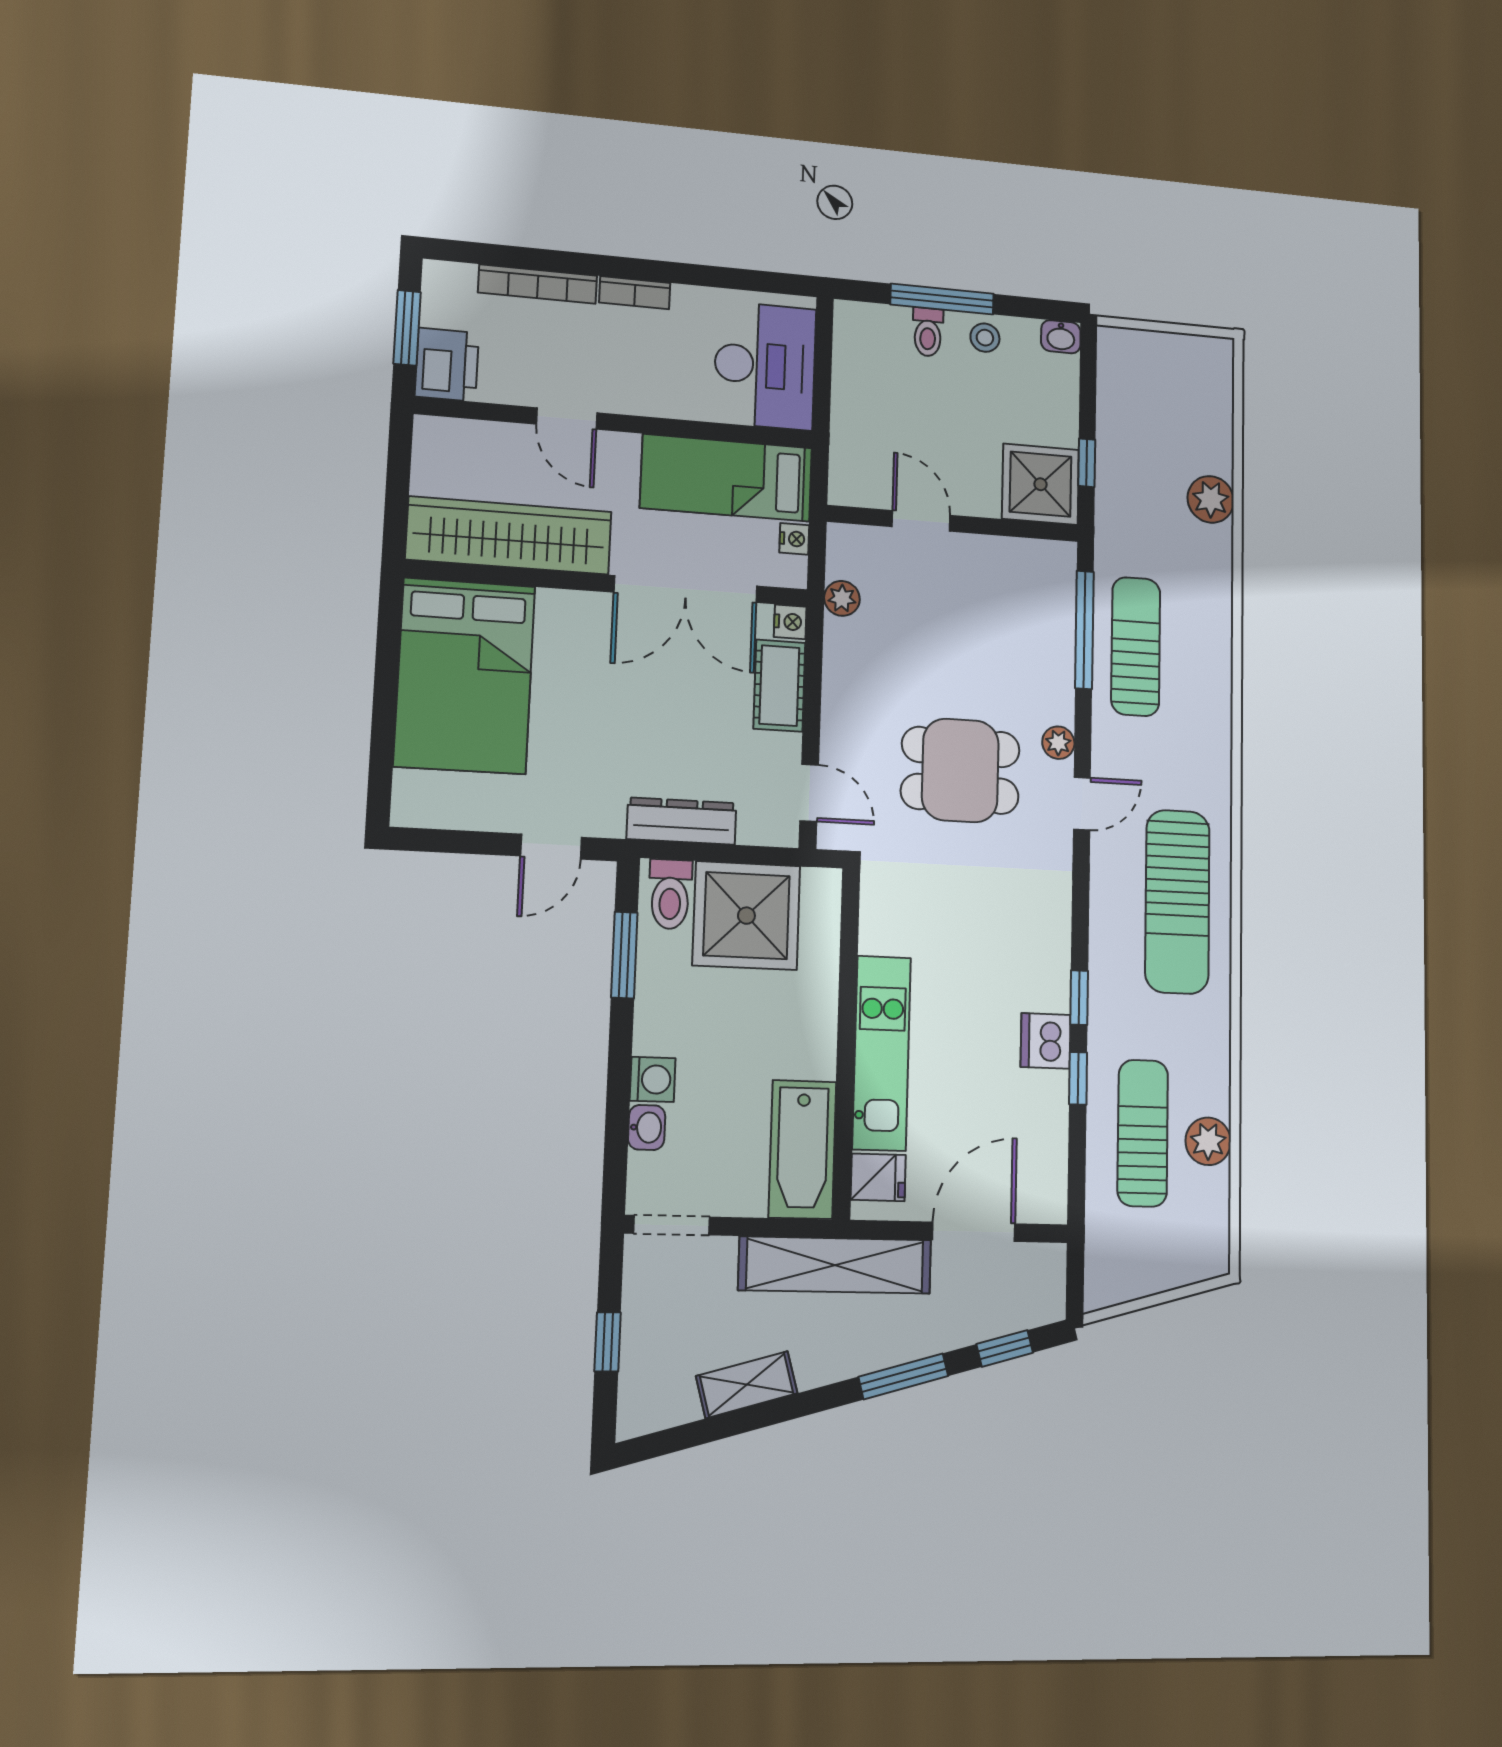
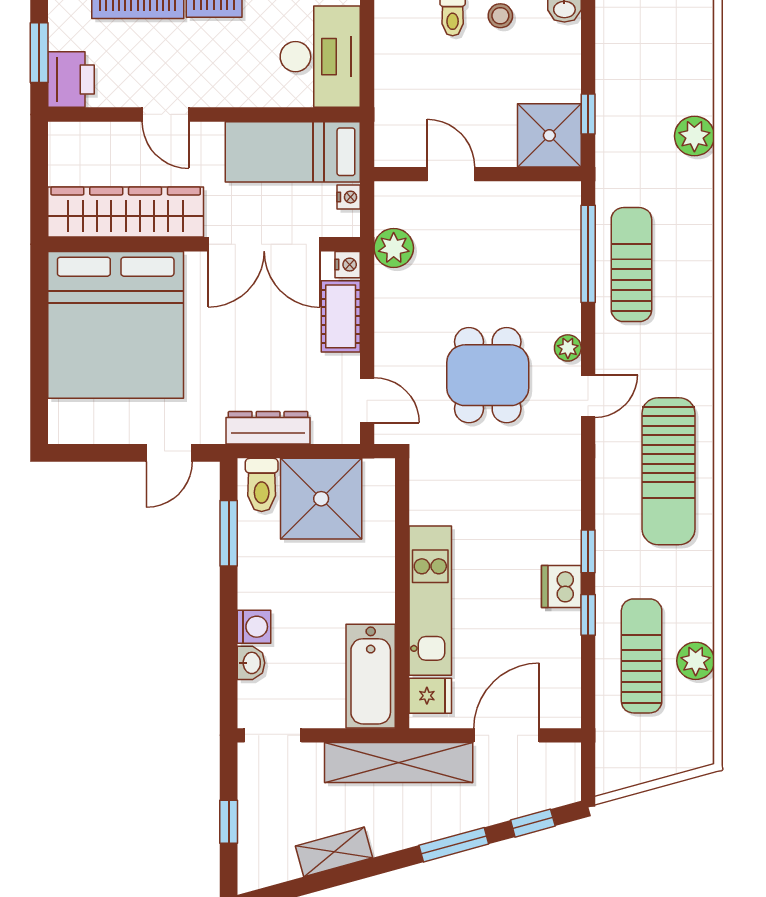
plant: (842, 598) -> (394, 248), width x1.38, depth x1.38
bed: (465, 676) -> (116, 325), width x1.36
dining table: (960, 770) -> (488, 375), turned 90

